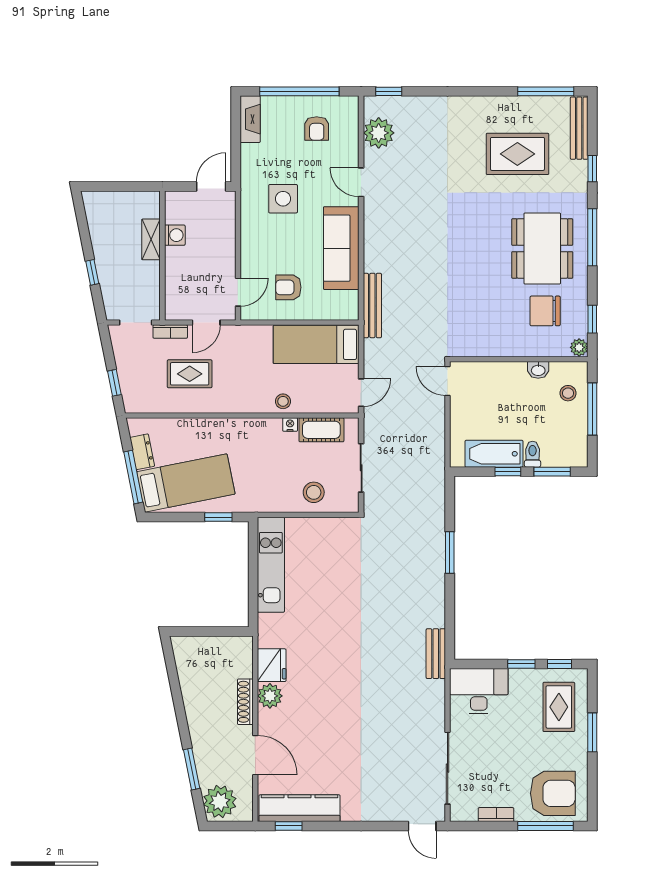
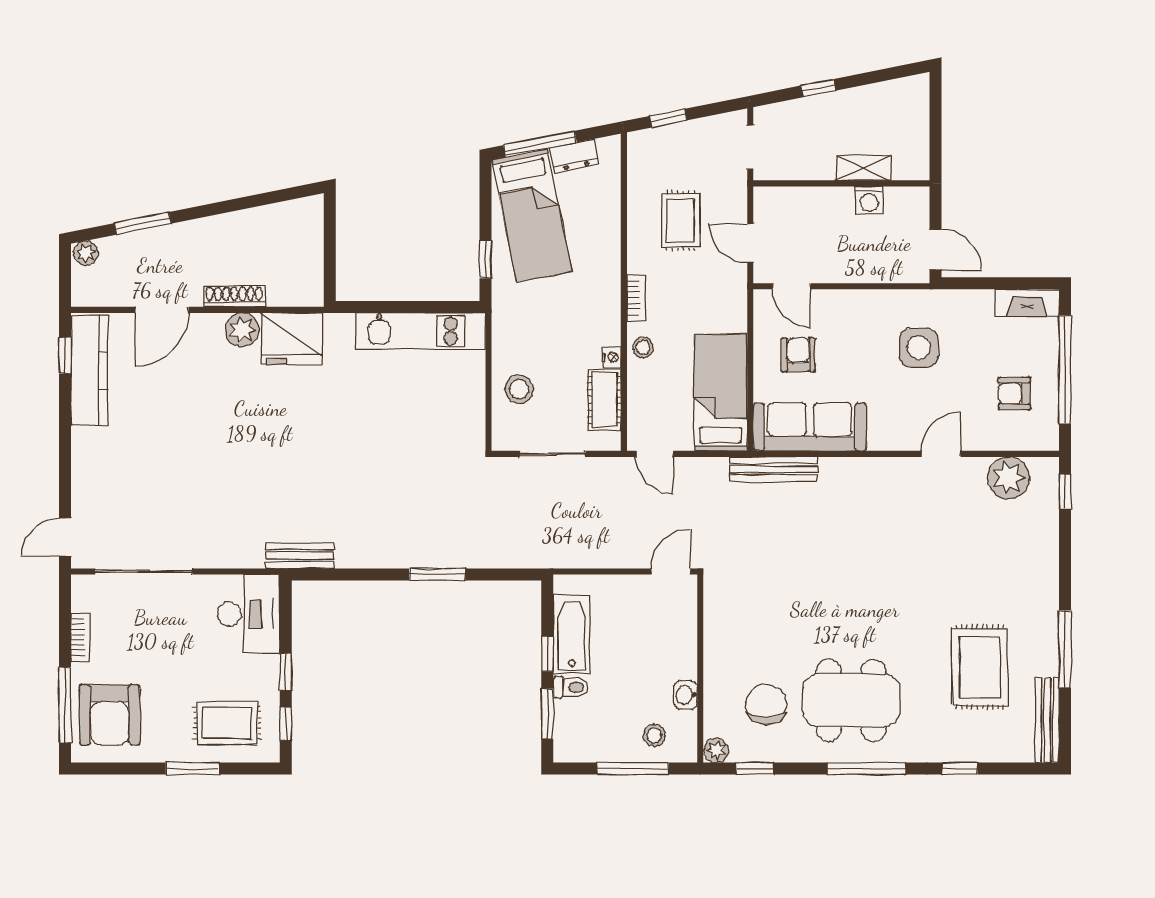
window: (546, 91) -> (1065, 649), moved
bench: (579, 128) -> (1047, 720), moved, turned 90
sofa: (341, 248) -> (810, 427), moved
bookcase: (170, 332) -> (636, 298), moved, turned 180
fridge: (272, 665) -> (292, 339), width x1.36, depth x1.34
plant: (220, 802) -> (86, 253), width x0.53, depth x0.53

